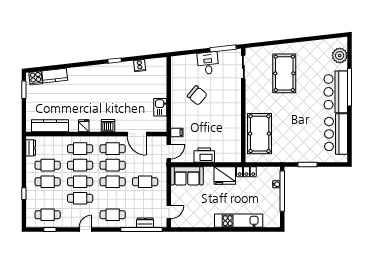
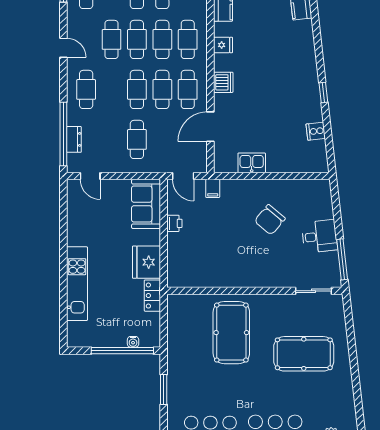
pool table: (260, 134) -> (231, 333), moved, turned 90
printer: (204, 155) -> (174, 223), width x0.53, depth x0.68

